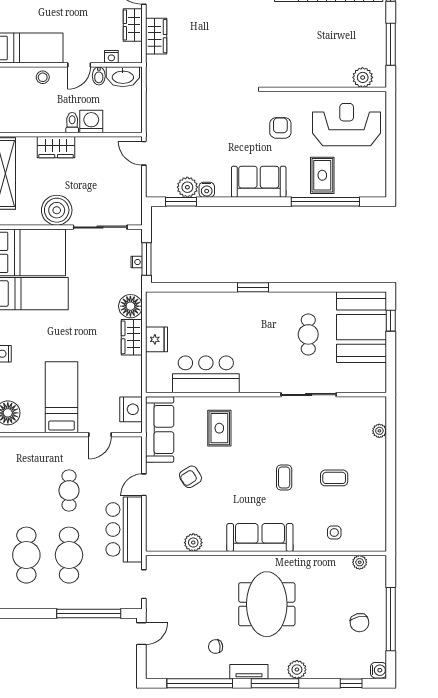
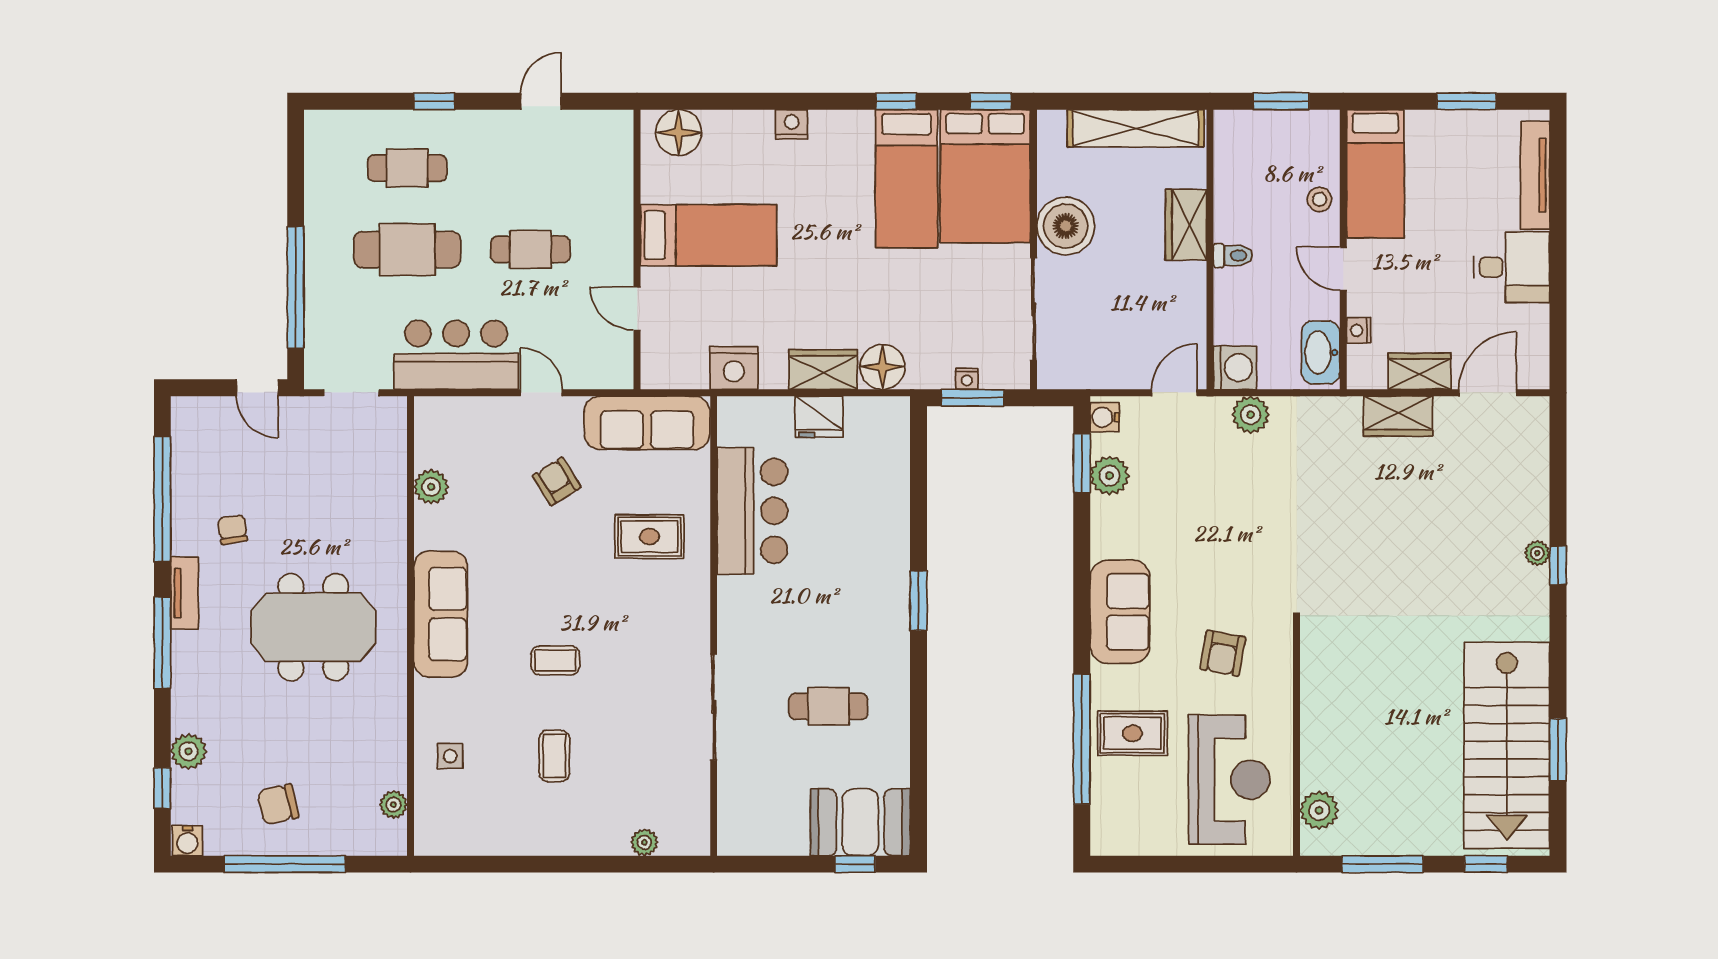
bidet: (99, 76) -> (1322, 306), removed
plant: (156, 113) -> (1251, 415), added
washing machine: (91, 122) -> (1235, 368), moved
armchair: (280, 128) -> (1223, 653), turned 100
water cooler: (207, 190) -> (1105, 417), moved
booth: (362, 327) -> (860, 822), width x0.73, depth x0.70
nightstand: (131, 409) -> (734, 368), moved
cafe table: (26, 555) -> (407, 168), width x0.73, depth x0.74
plant: (297, 670) -> (189, 751), moved

